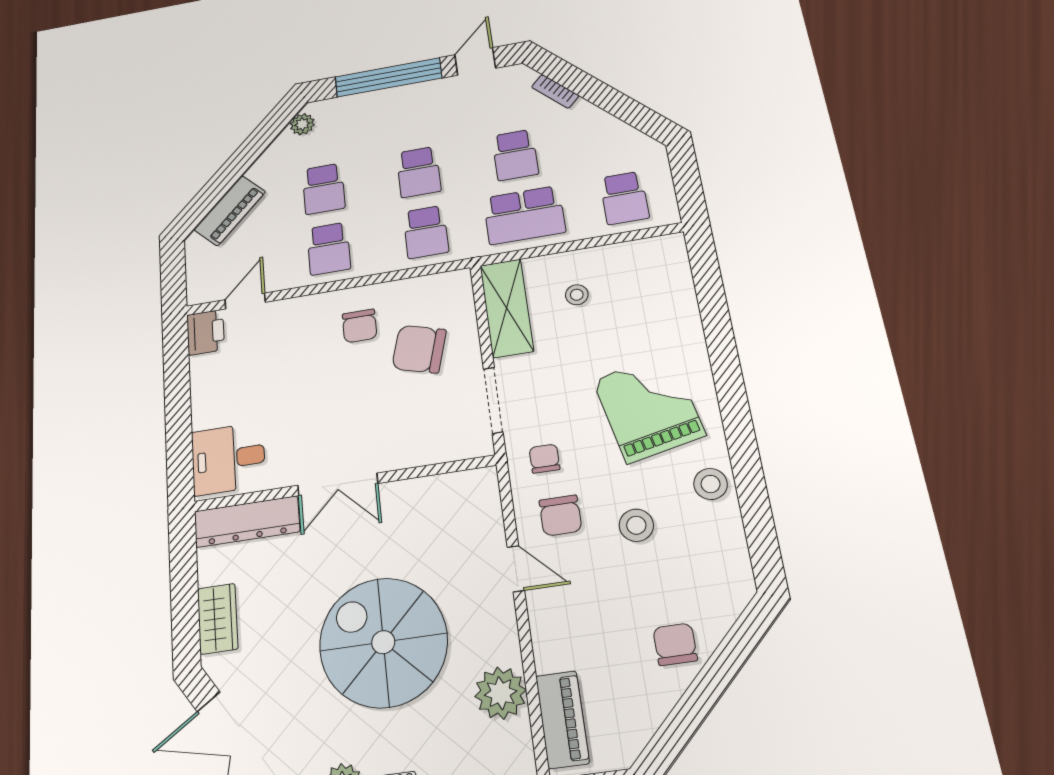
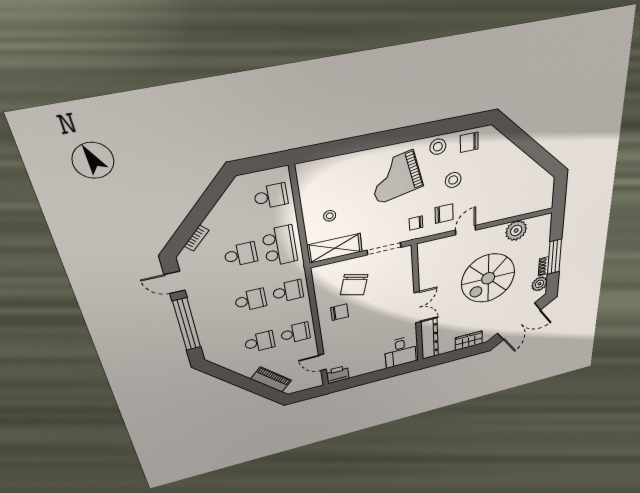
plant: (302, 124) -> (218, 359), removed
chair: (675, 644) -> (469, 142), moved
piano: (562, 719) -> (531, 205), removed

